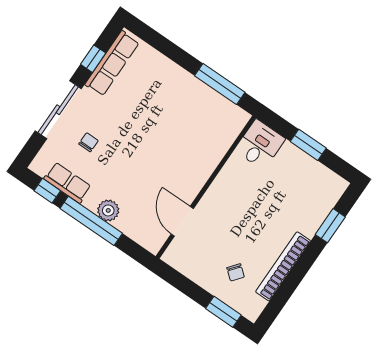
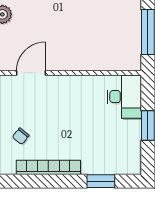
desk: (260, 145) -> (124, 97), width x1.37

